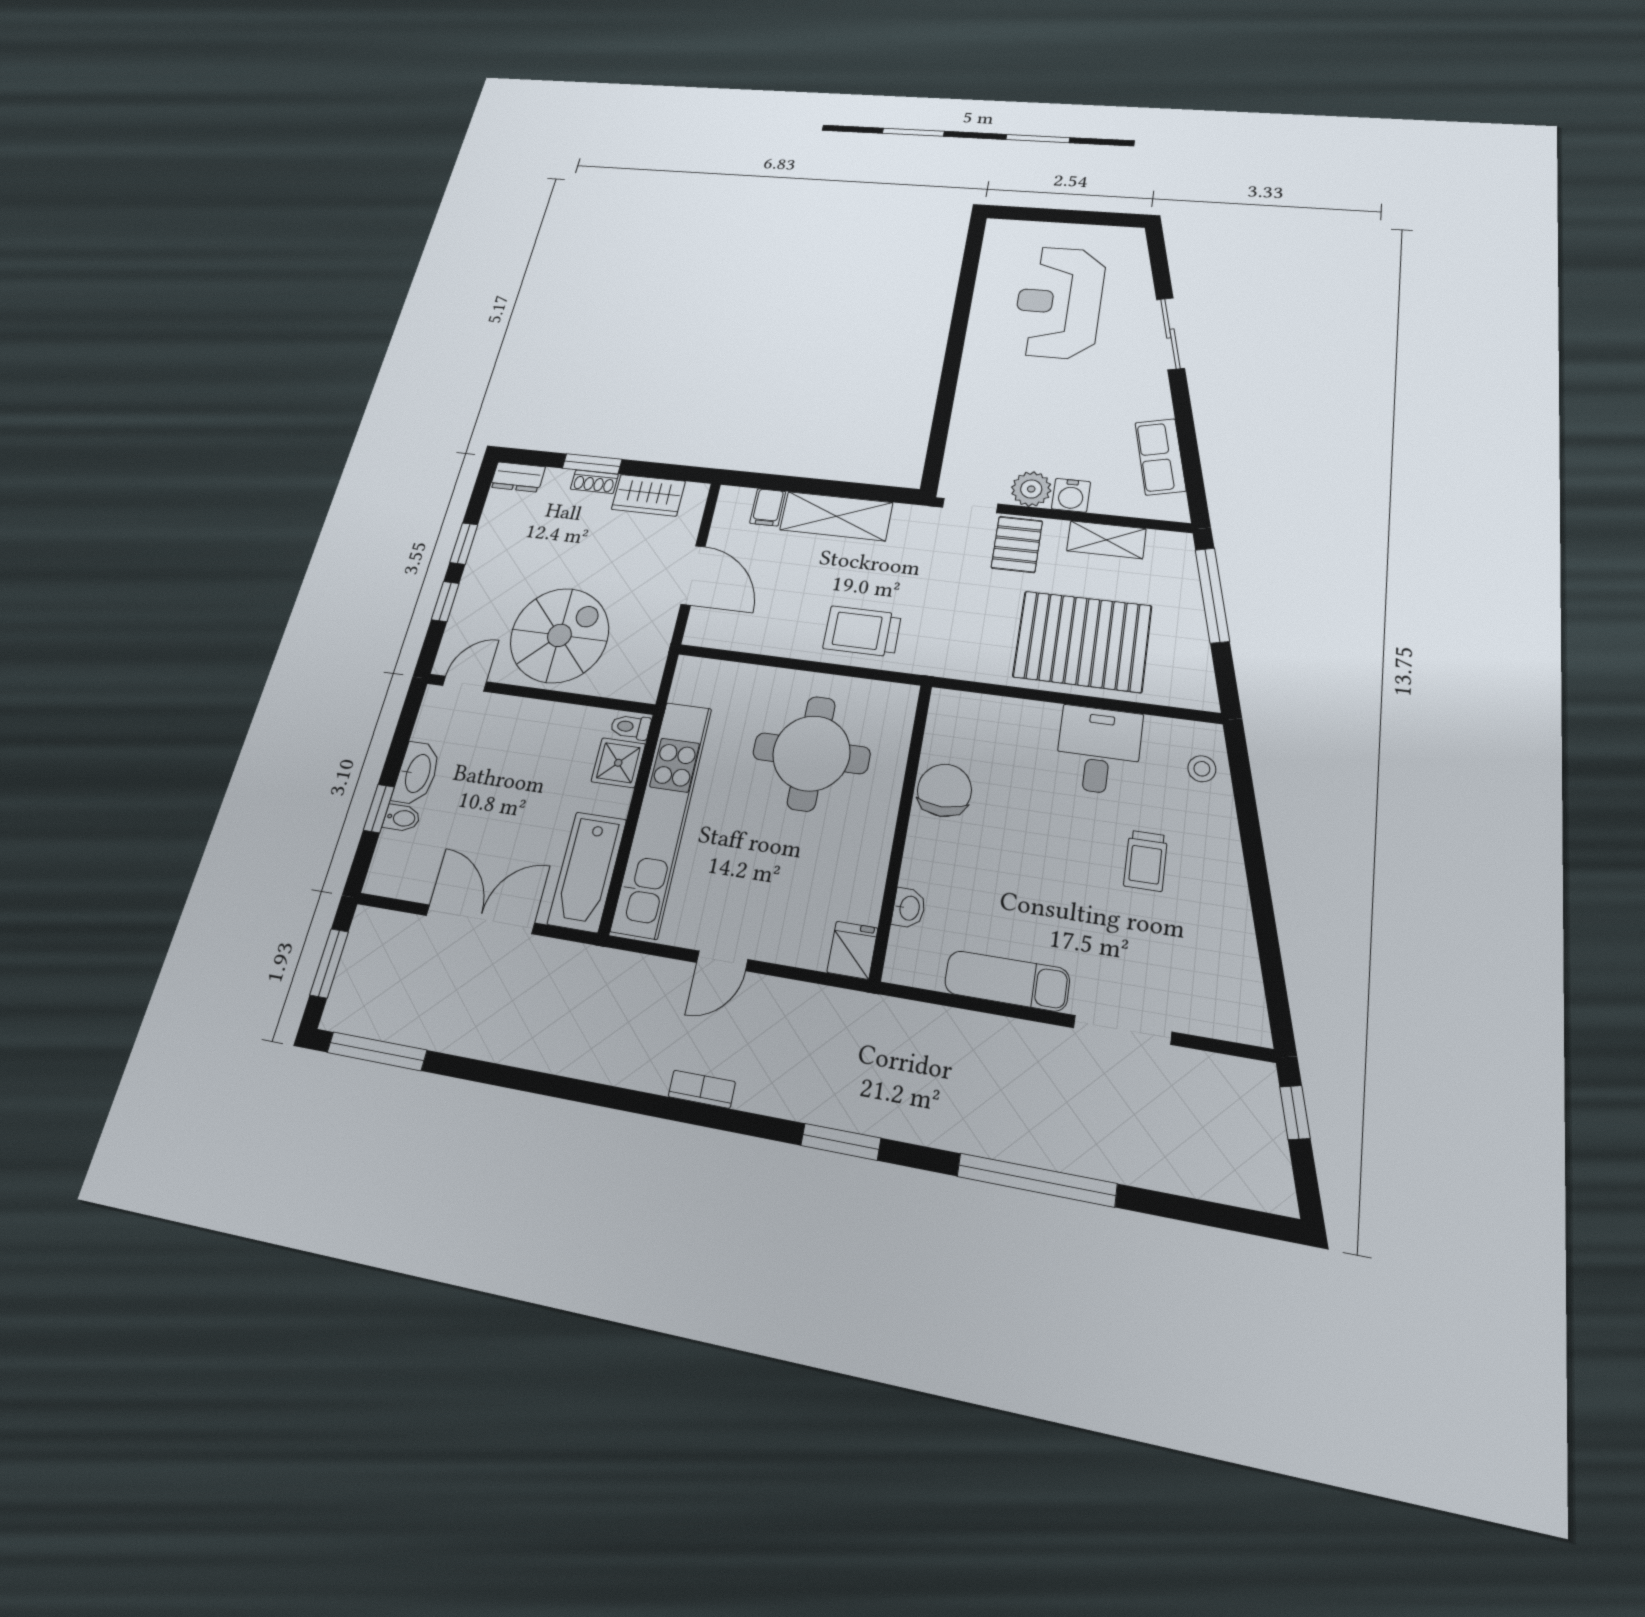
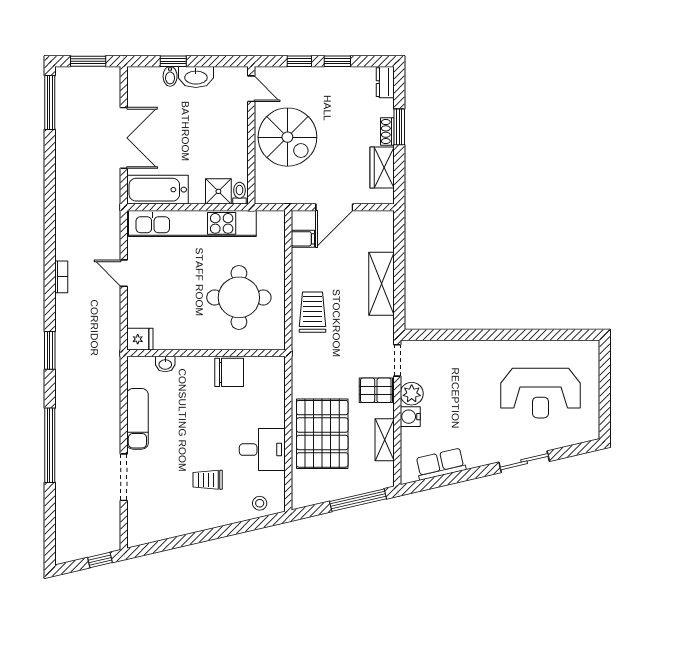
reception desk: (1059, 302) -> (541, 393), turned 180
filing cabinet: (768, 507) -> (303, 239), moved, turned 180

